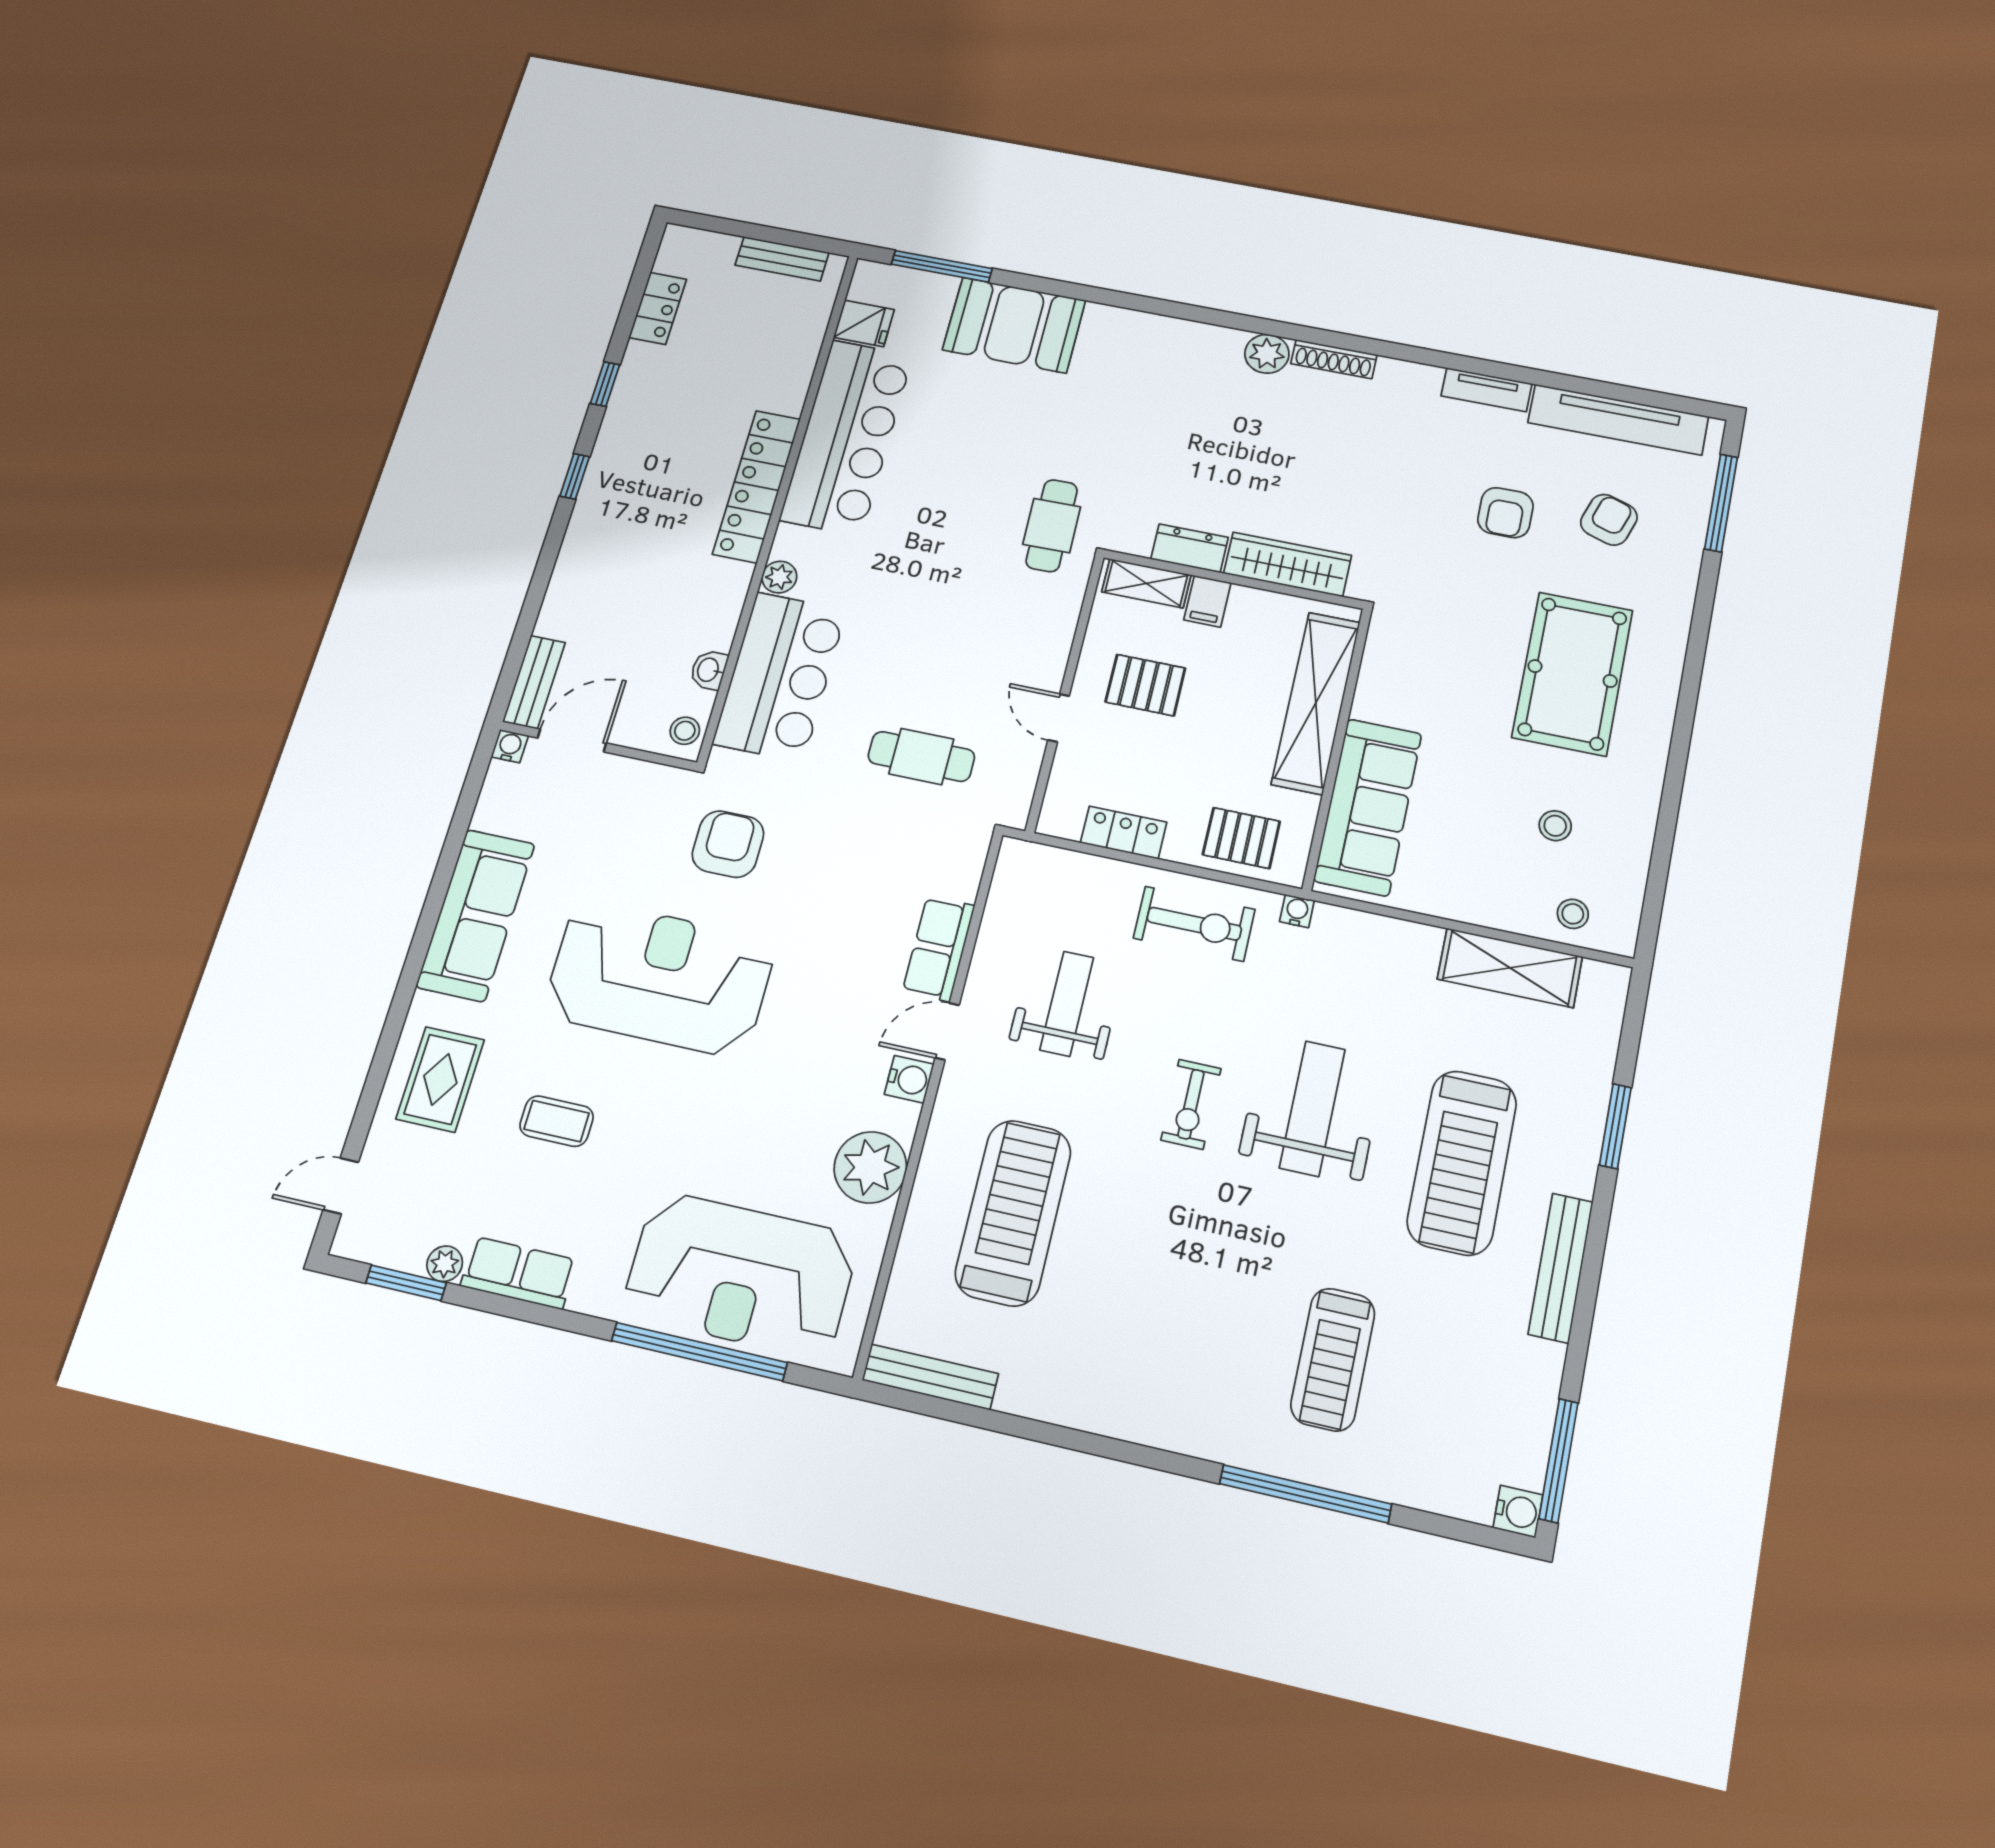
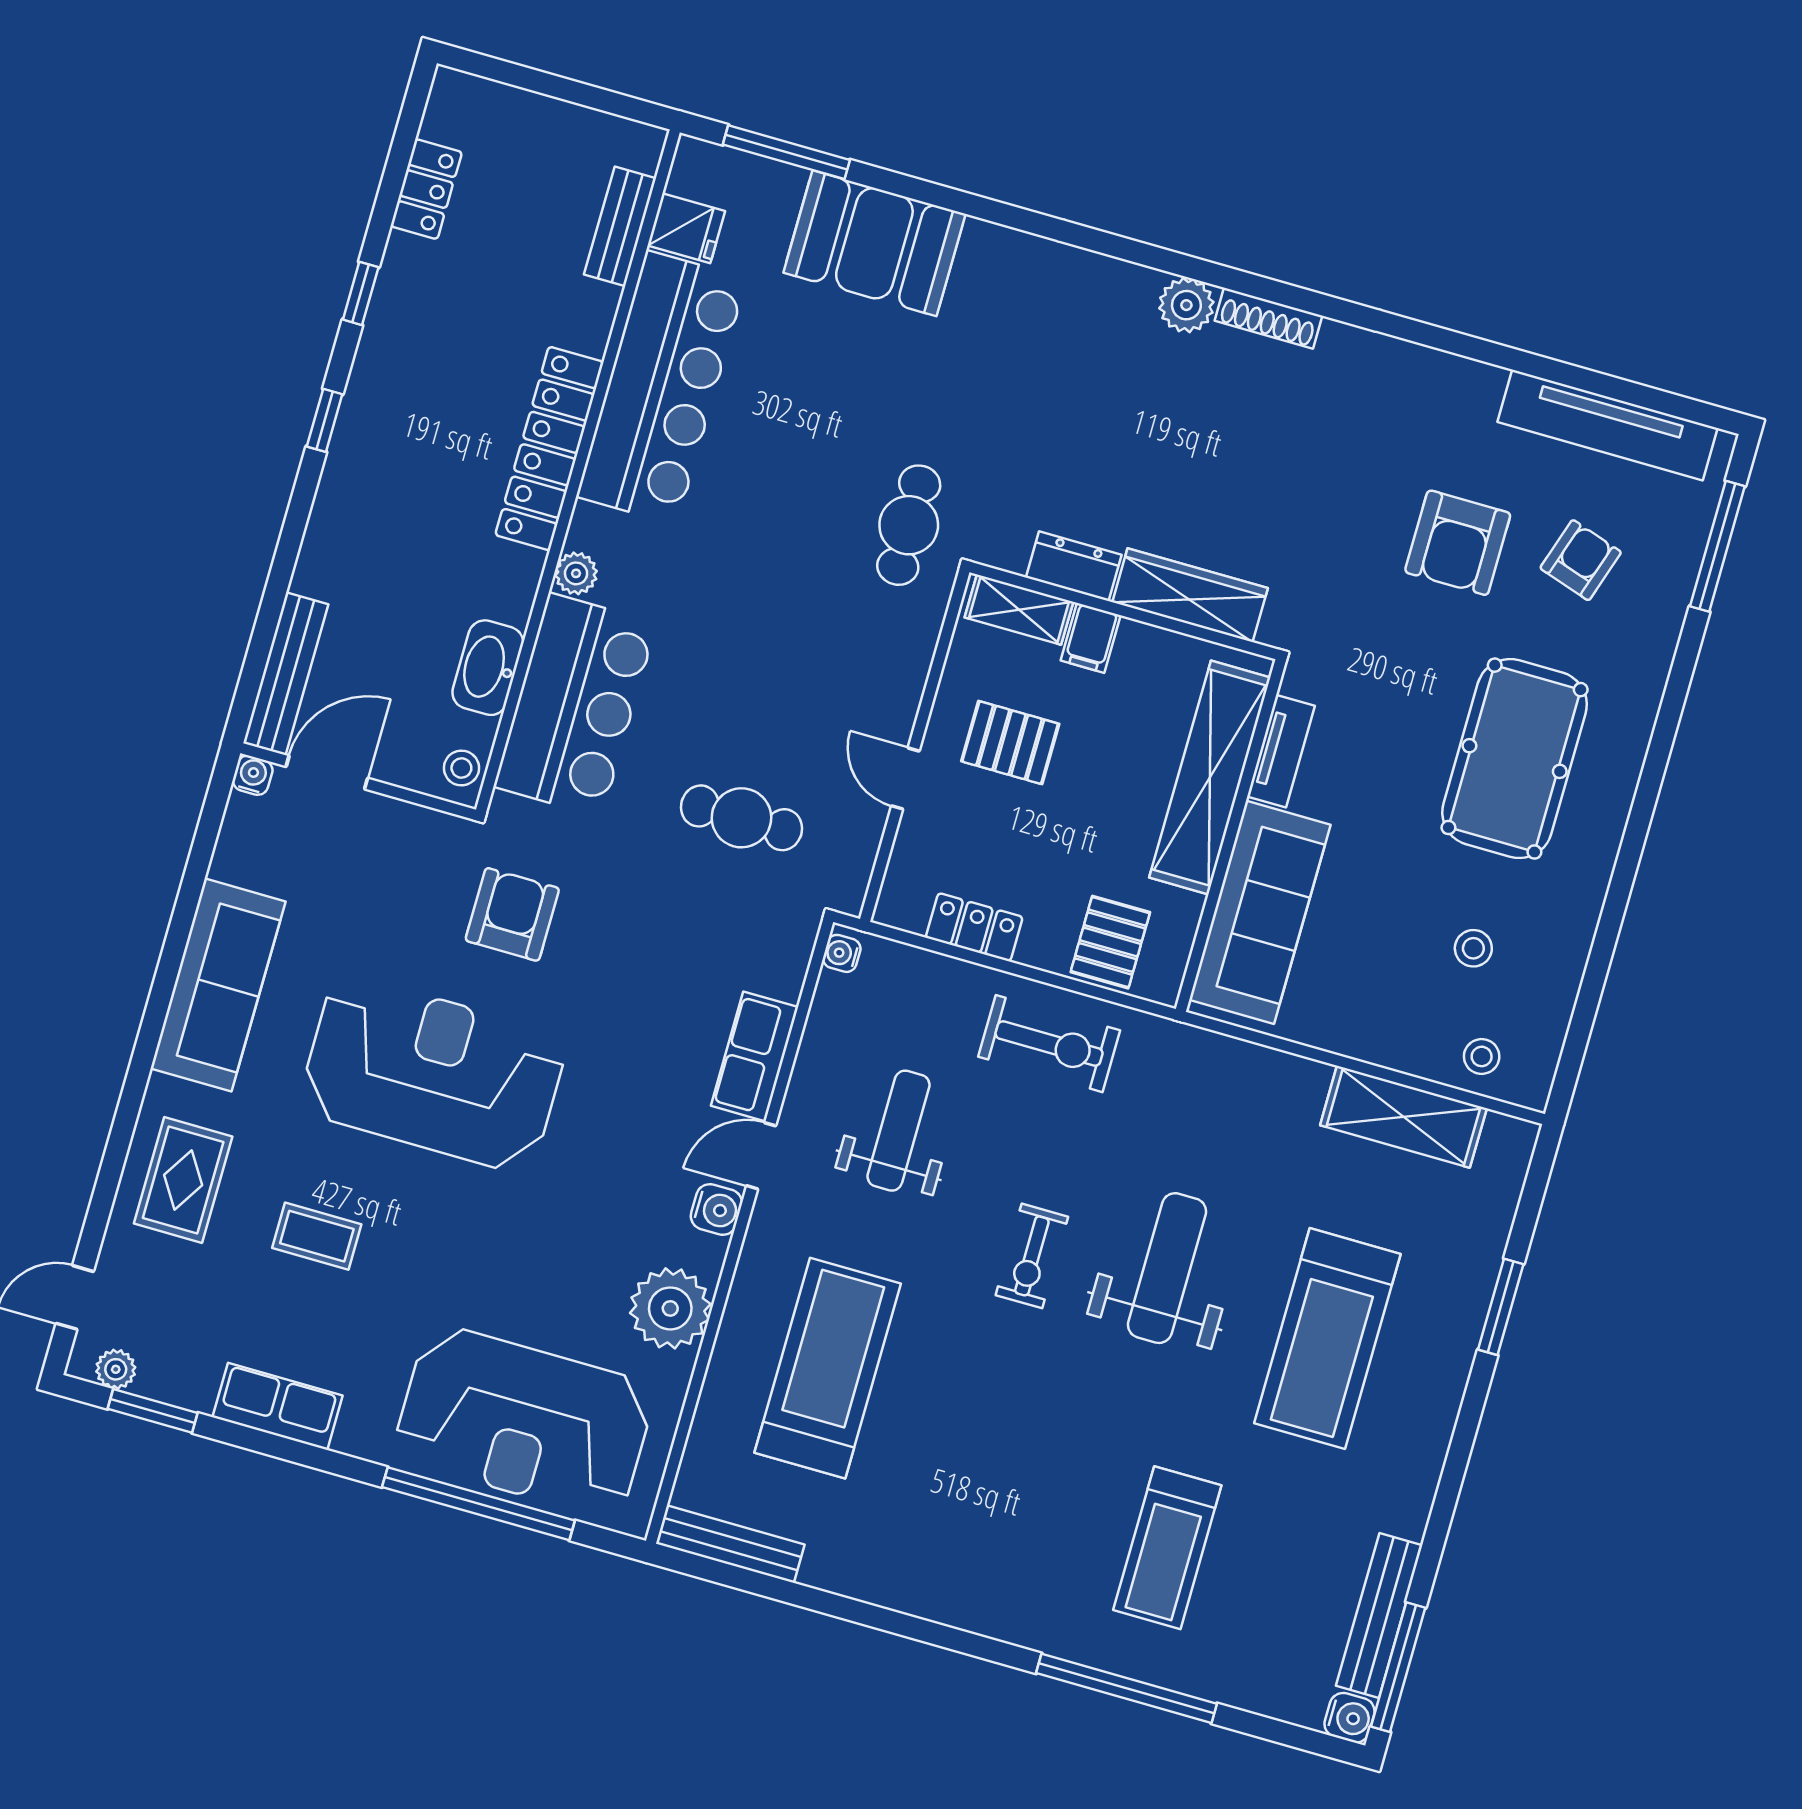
bench: (782, 259) -> (620, 226), moved, turned 90
tv unit: (1486, 390) -> (1281, 751), moved, turned -90
armchair: (1505, 513) -> (1458, 543), width x1.38, depth x1.38
washbasin: (709, 670) -> (488, 668), width x1.91, depth x1.45
bench: (534, 682) -> (286, 674), width x1.36
pallet: (1241, 838) -> (1110, 942), turned 90
water cooler: (1297, 911) -> (842, 953), moved, turned -90
plant: (445, 1264) -> (116, 1369), moved
bench: (1561, 1268) -> (1379, 1615), moved

